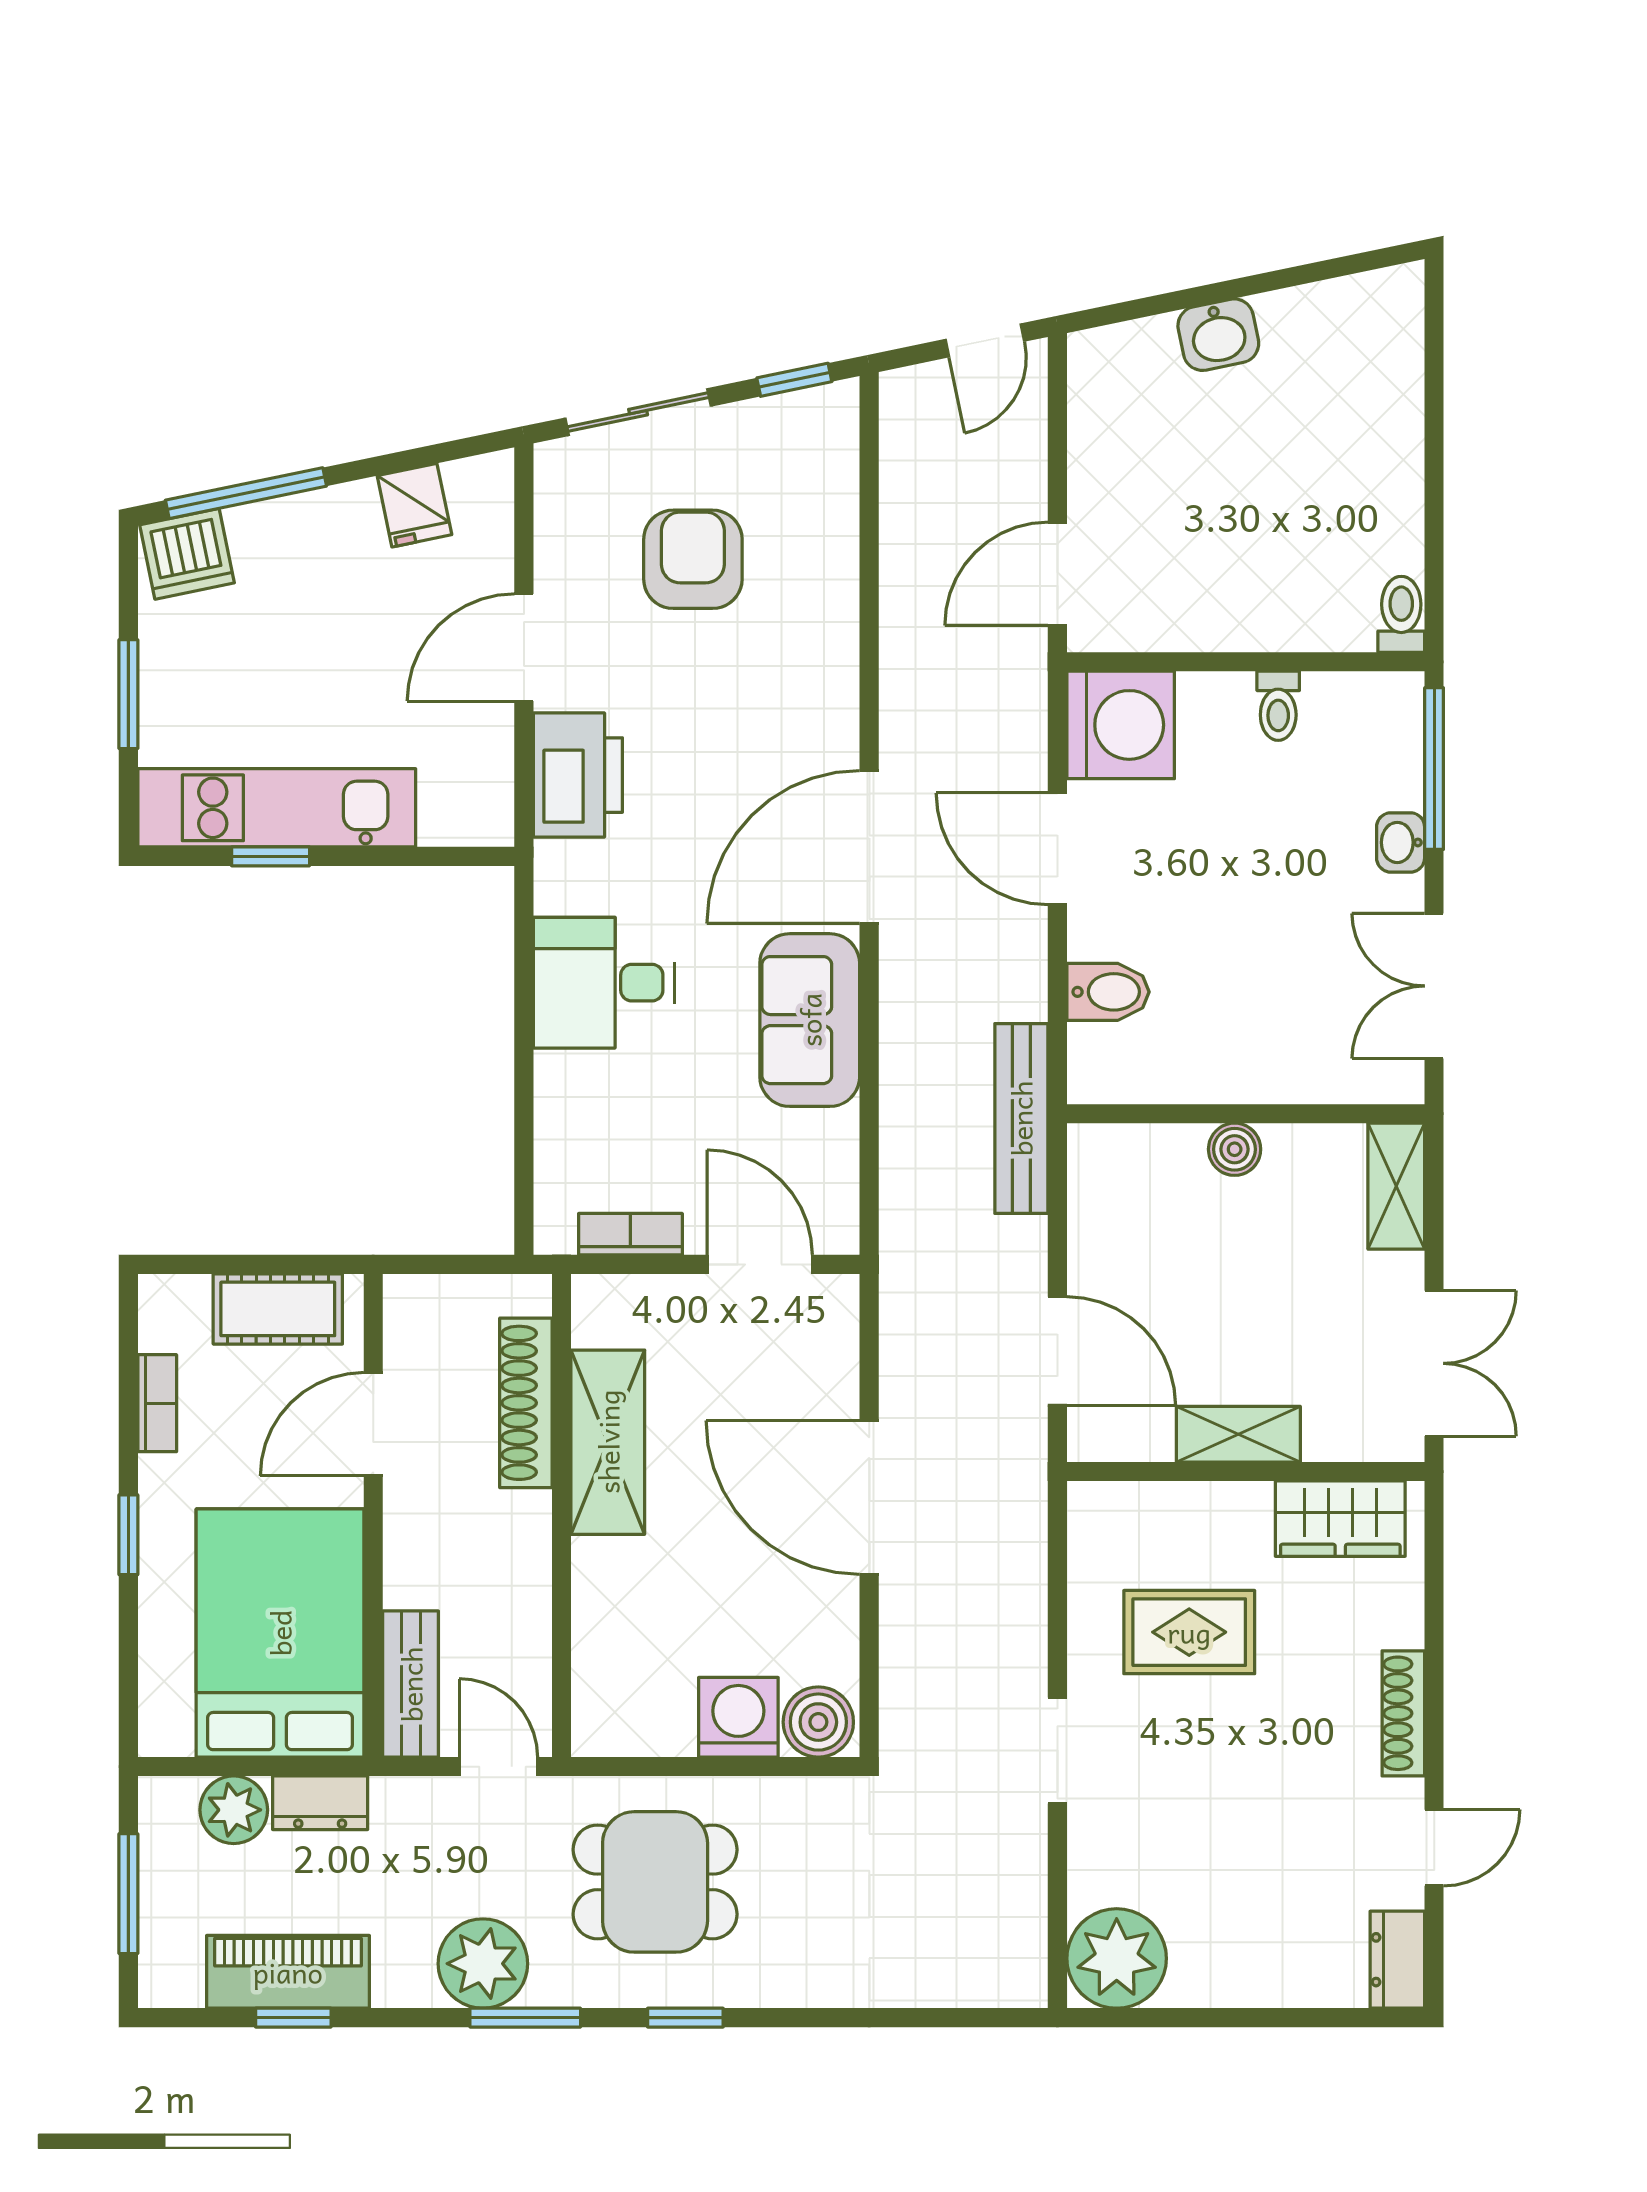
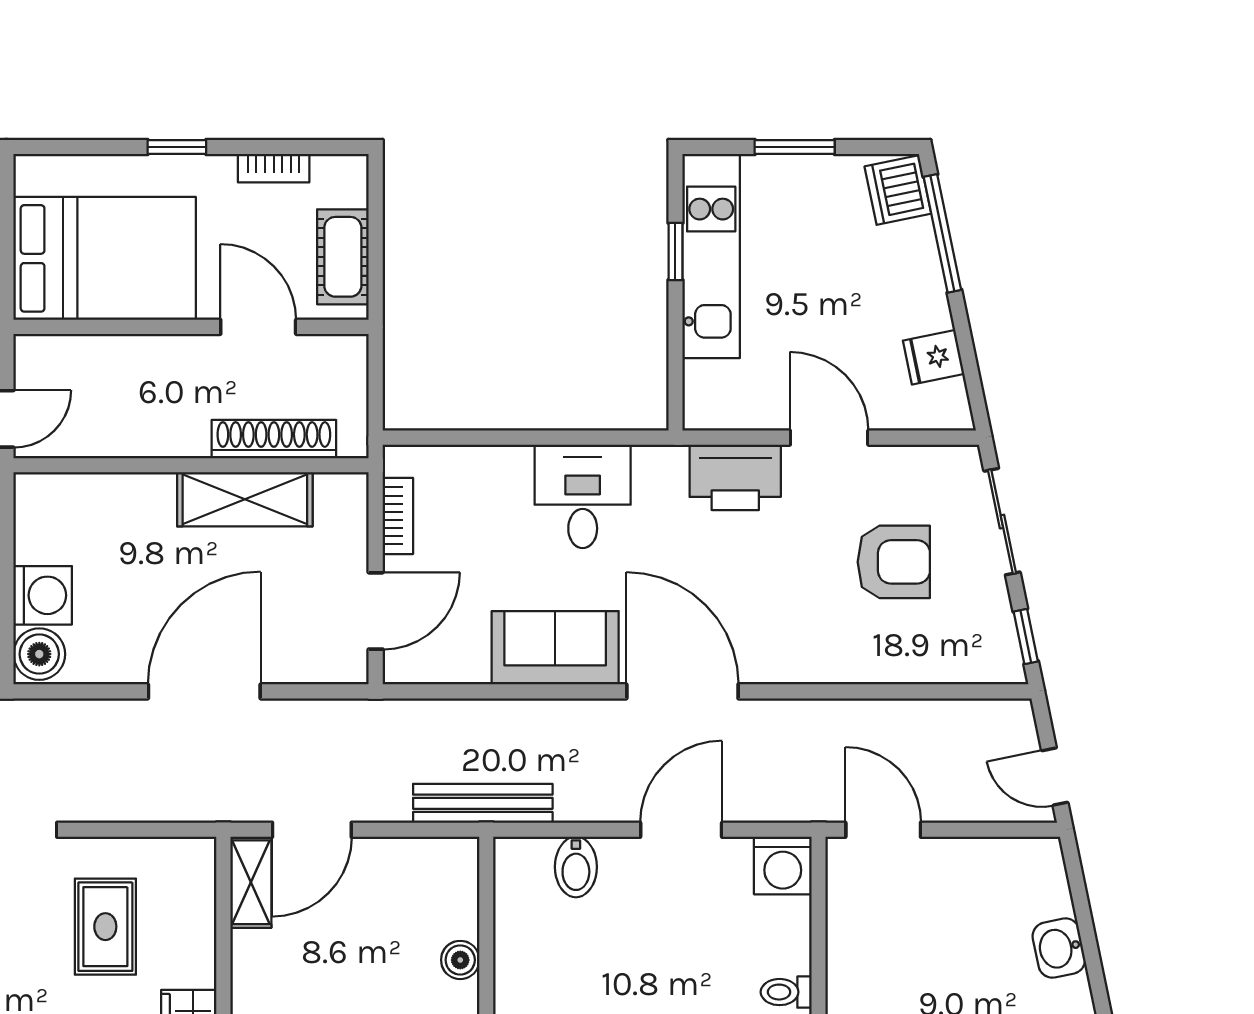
washing machine: (1121, 725) -> (783, 866), width x0.73, depth x0.73
shelving: (1238, 1434) -> (251, 882), moved
bench: (411, 1684) -> (67, 354), removed

